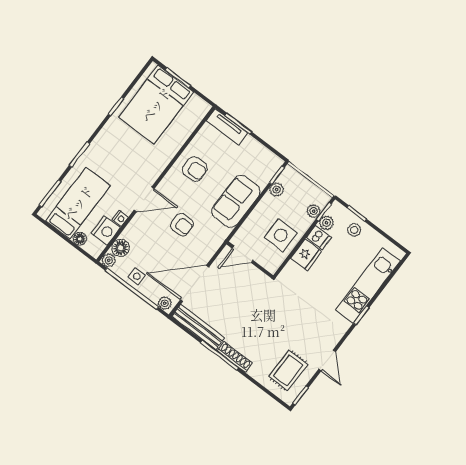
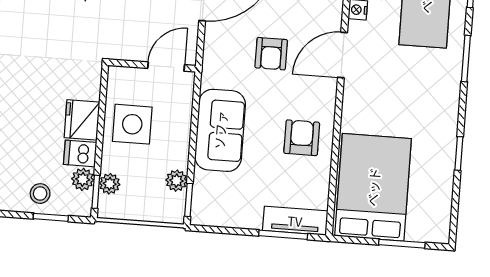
bed: (156, 105) -> (373, 187), moved
armchair: (195, 169) -> (302, 138), turned 90
armchair: (182, 225) -> (271, 54), turned -90

